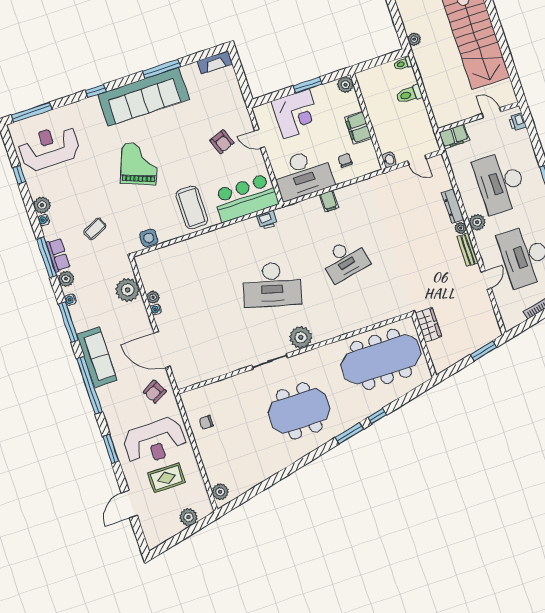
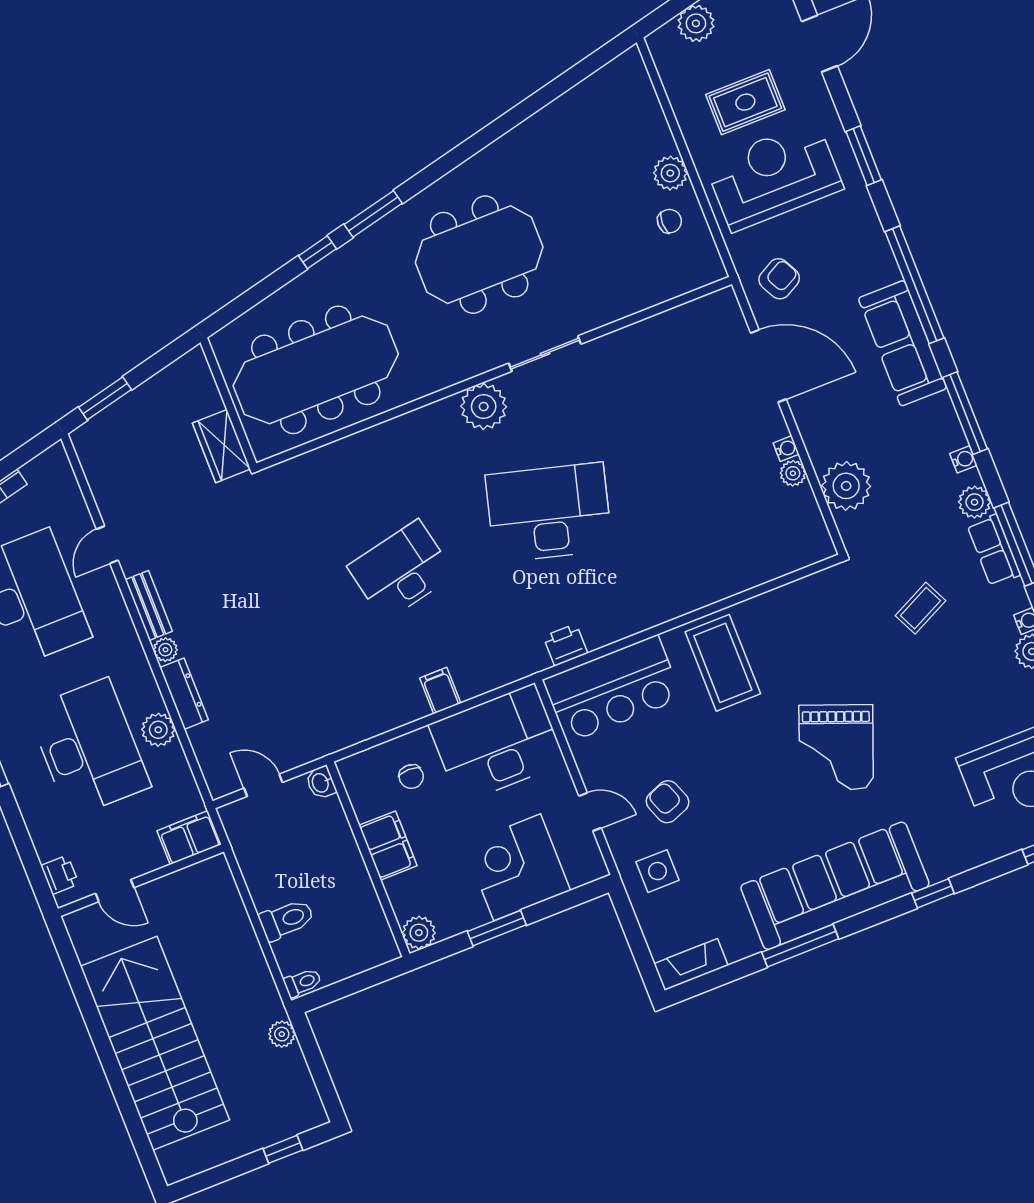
plant: (477, 222) -> (158, 730), moved
side table: (149, 238) -> (658, 871), moved
plant: (220, 492) -> (670, 173), moved

